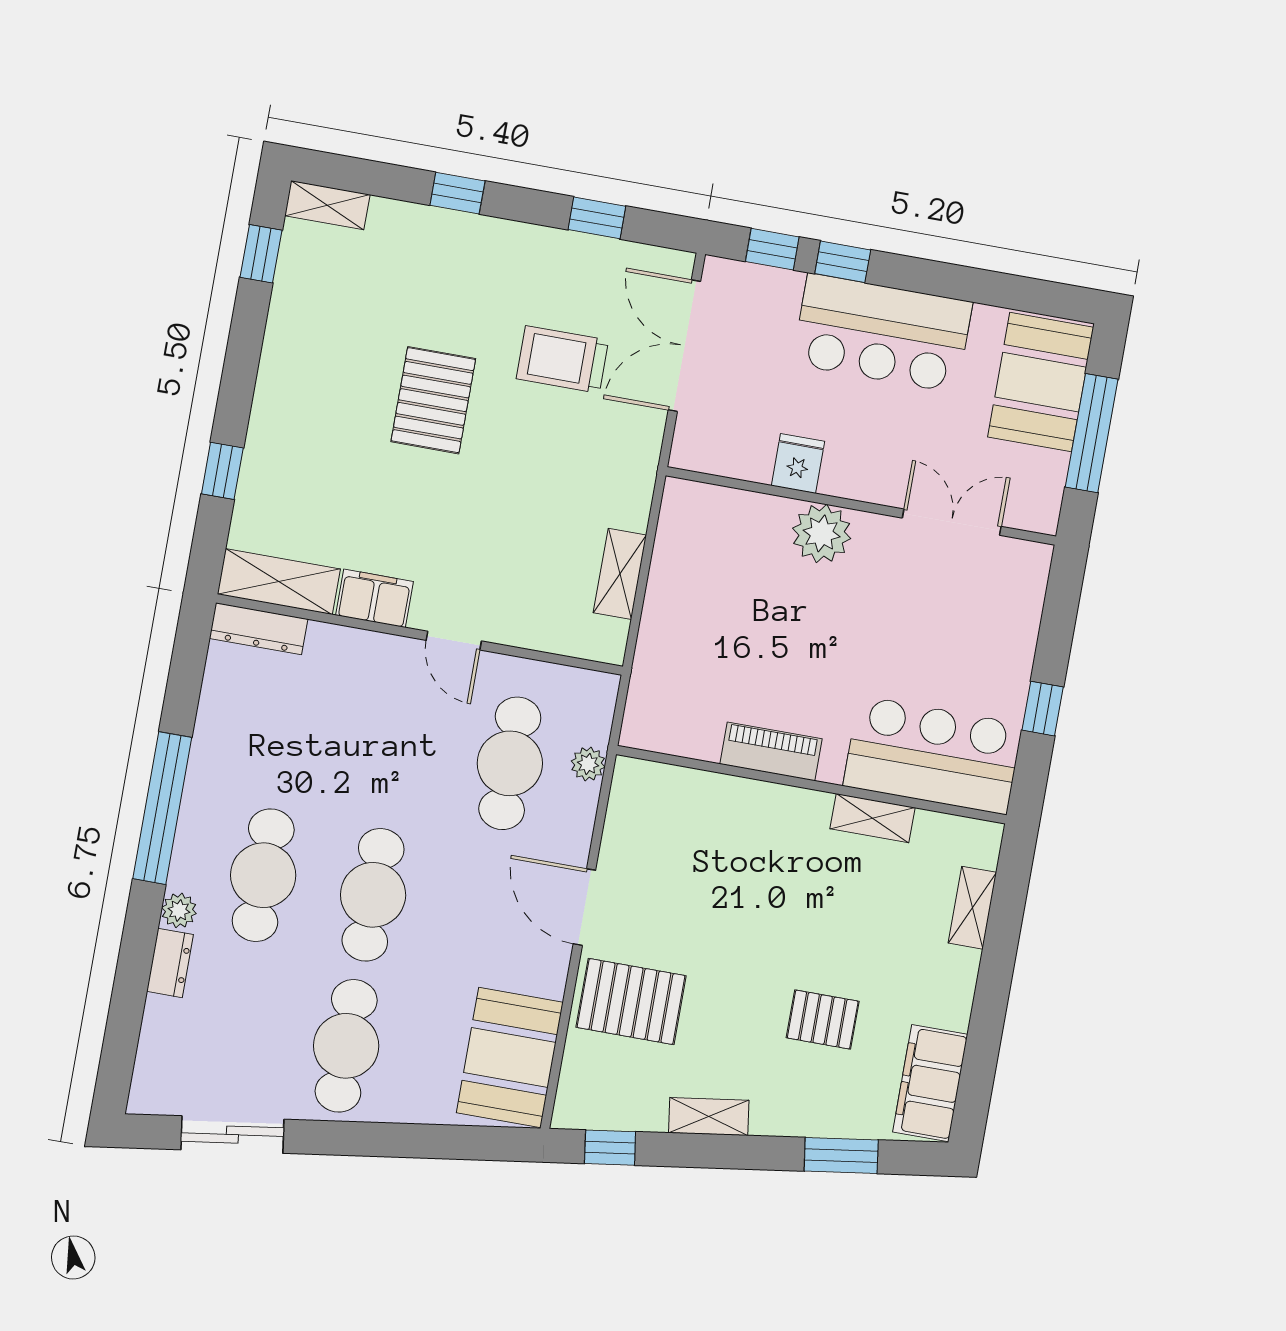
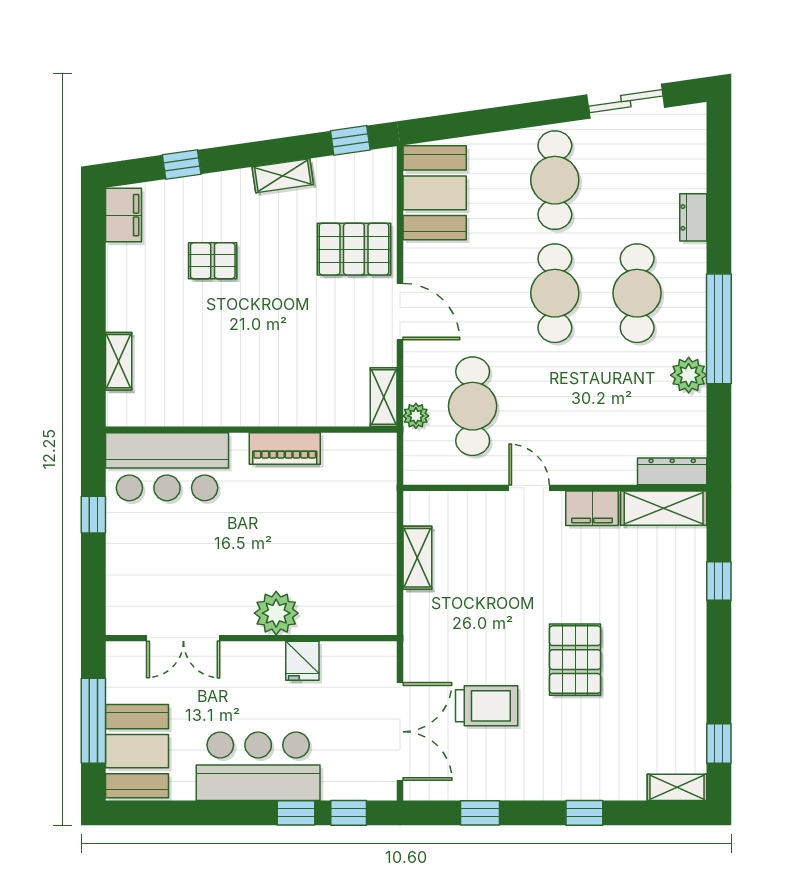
shelving: (872, 818) -> (384, 397), moved, turned 90
plant: (179, 910) -> (689, 375), moved, width x1.38, depth x1.38
filing cabinet: (930, 1083) -> (124, 215), width x0.67, depth x0.86
window: (841, 1156) -> (182, 165), width x0.67

